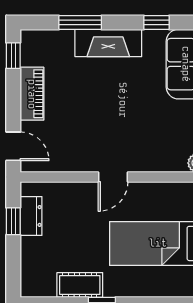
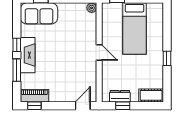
window: (157, 22) -> (17, 45), moved
piano: (32, 94) -> (34, 96), moved
cot: (80, 285) -> (151, 95), moved, turned 90

